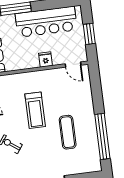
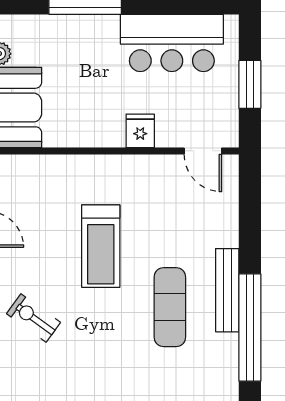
bar counter: (46, 22) -> (172, 43), width x0.73
bench: (91, 122) -> (227, 290), added

